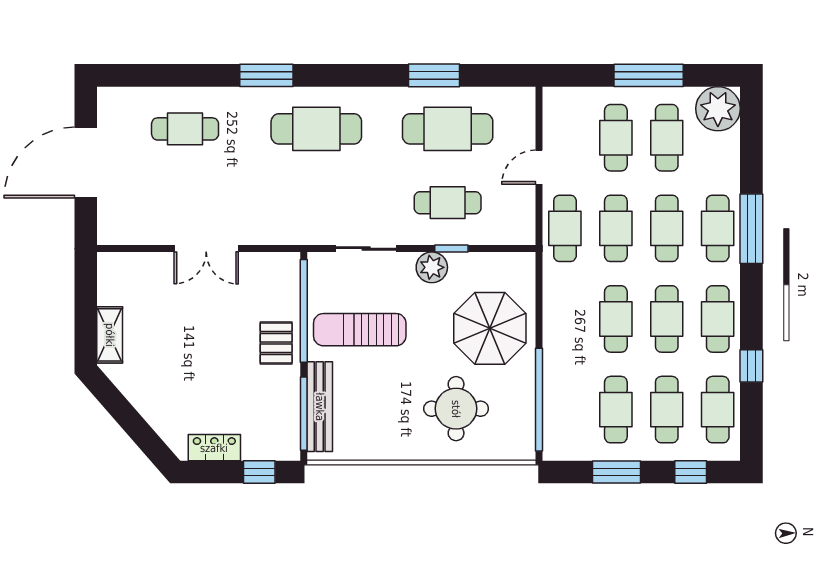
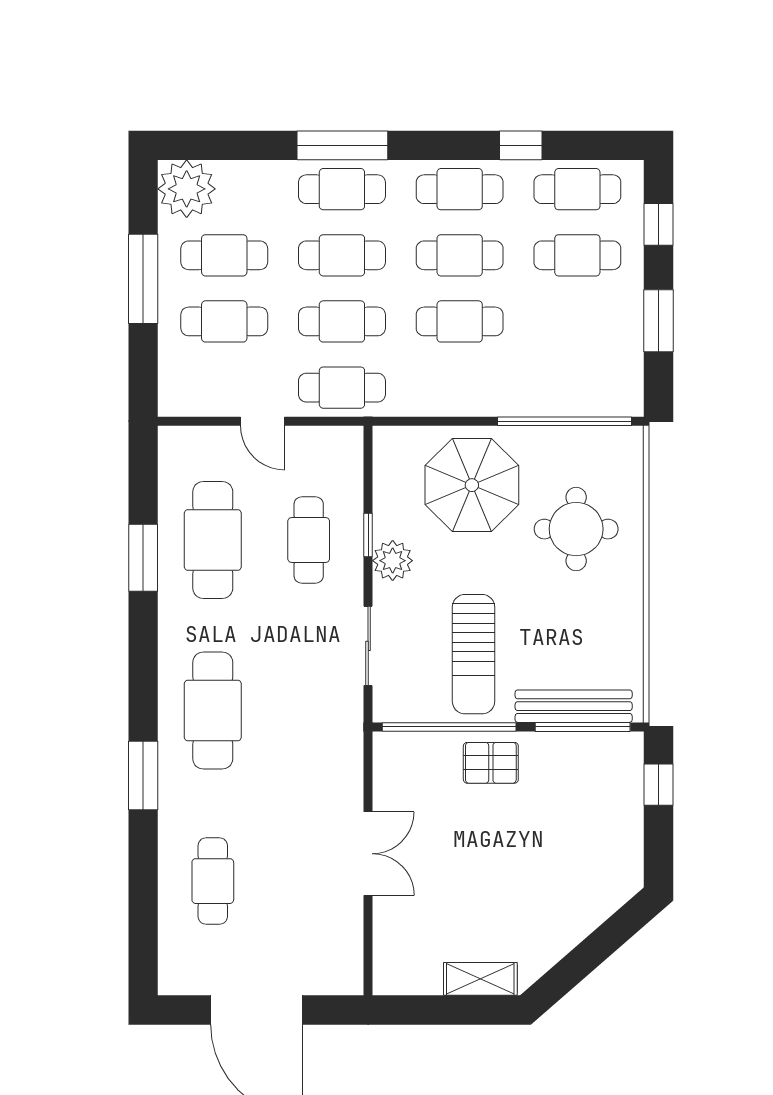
cafe table: (616, 410) -> (577, 321), removed
locker: (214, 448) -> (627, 843), removed

